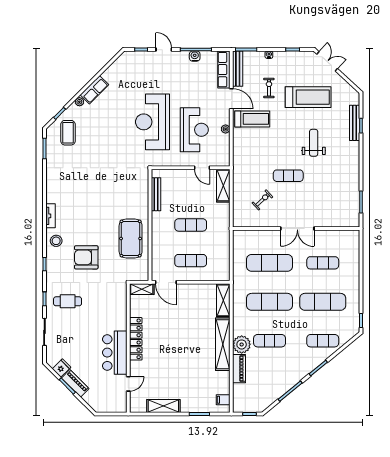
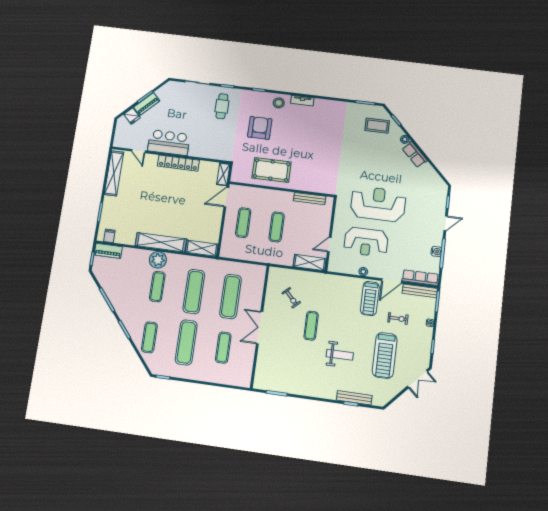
fridge: (62, 368) -> (132, 116), moved
piano: (239, 369) -> (108, 251), moved
shelving: (163, 406) -> (114, 173), width x1.47

